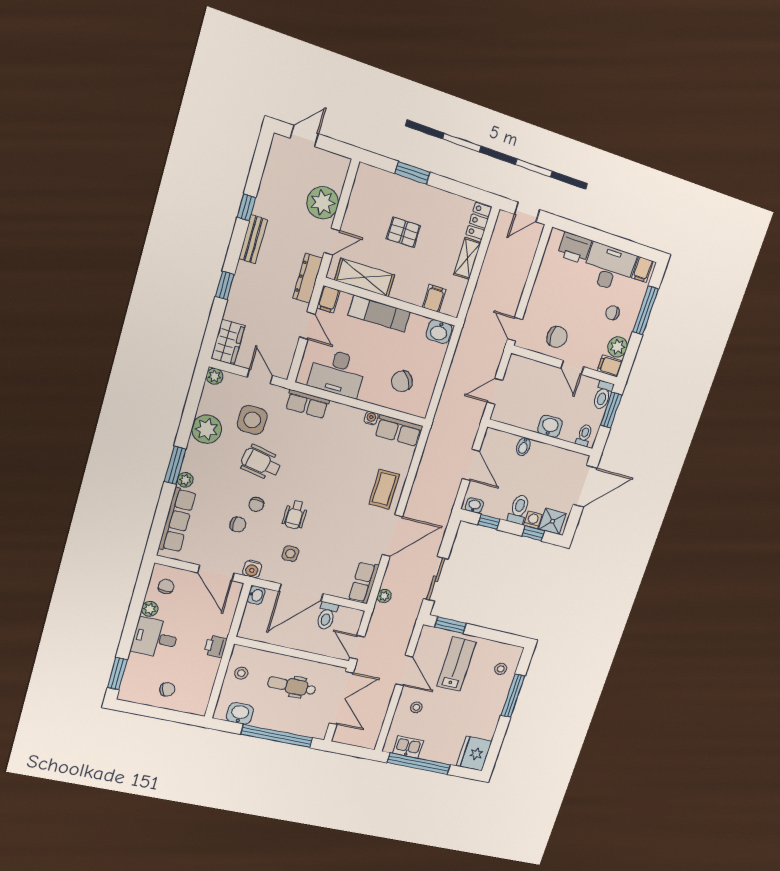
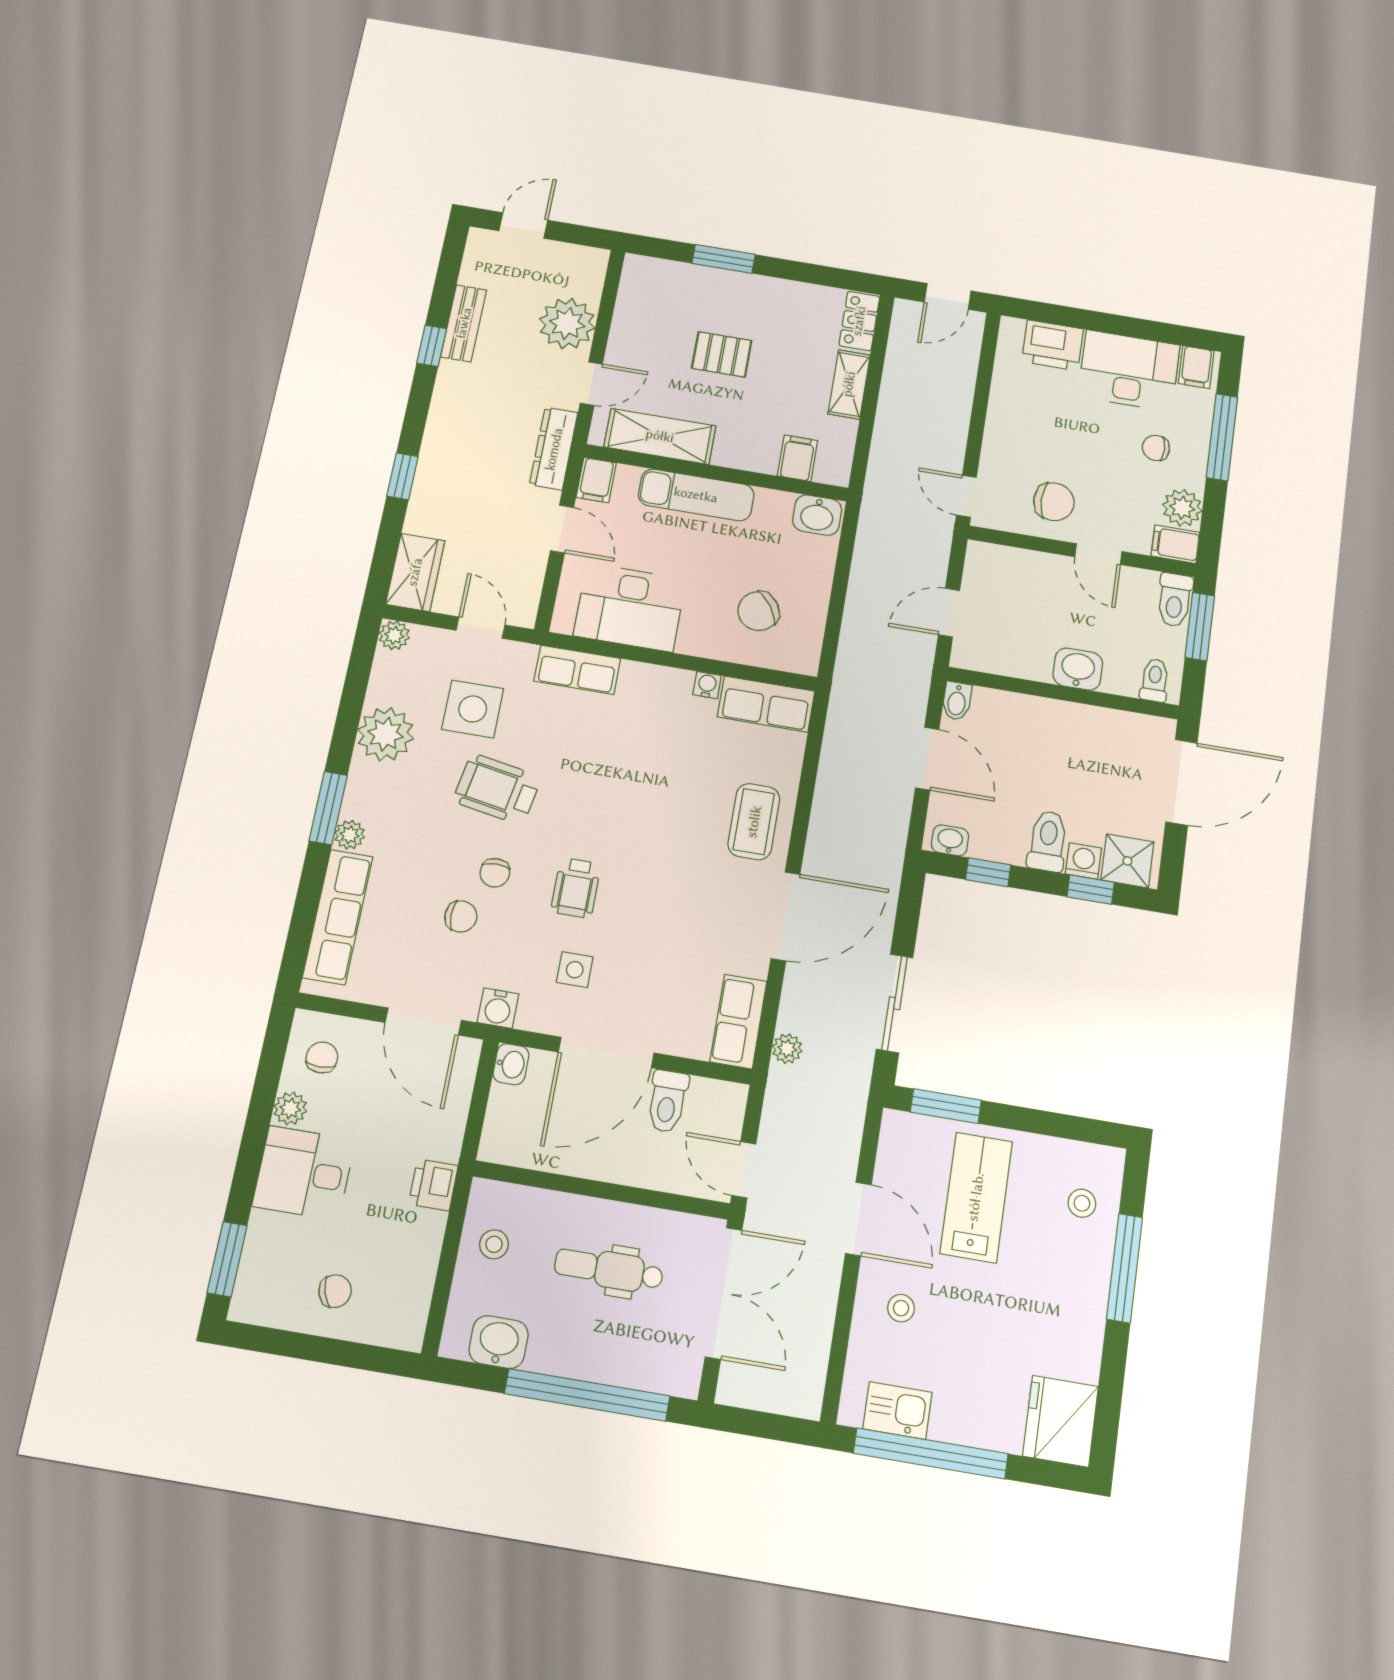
bench: (253, 239) -> (464, 323), moved
bidet: (523, 447) -> (957, 701), moved

